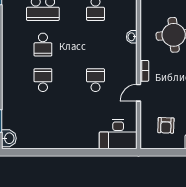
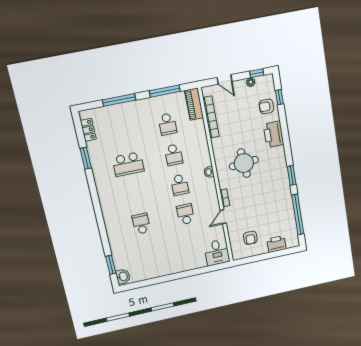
school desk: (43, 45) -> (180, 185), moved
desk: (118, 134) -> (217, 252), width x0.73

